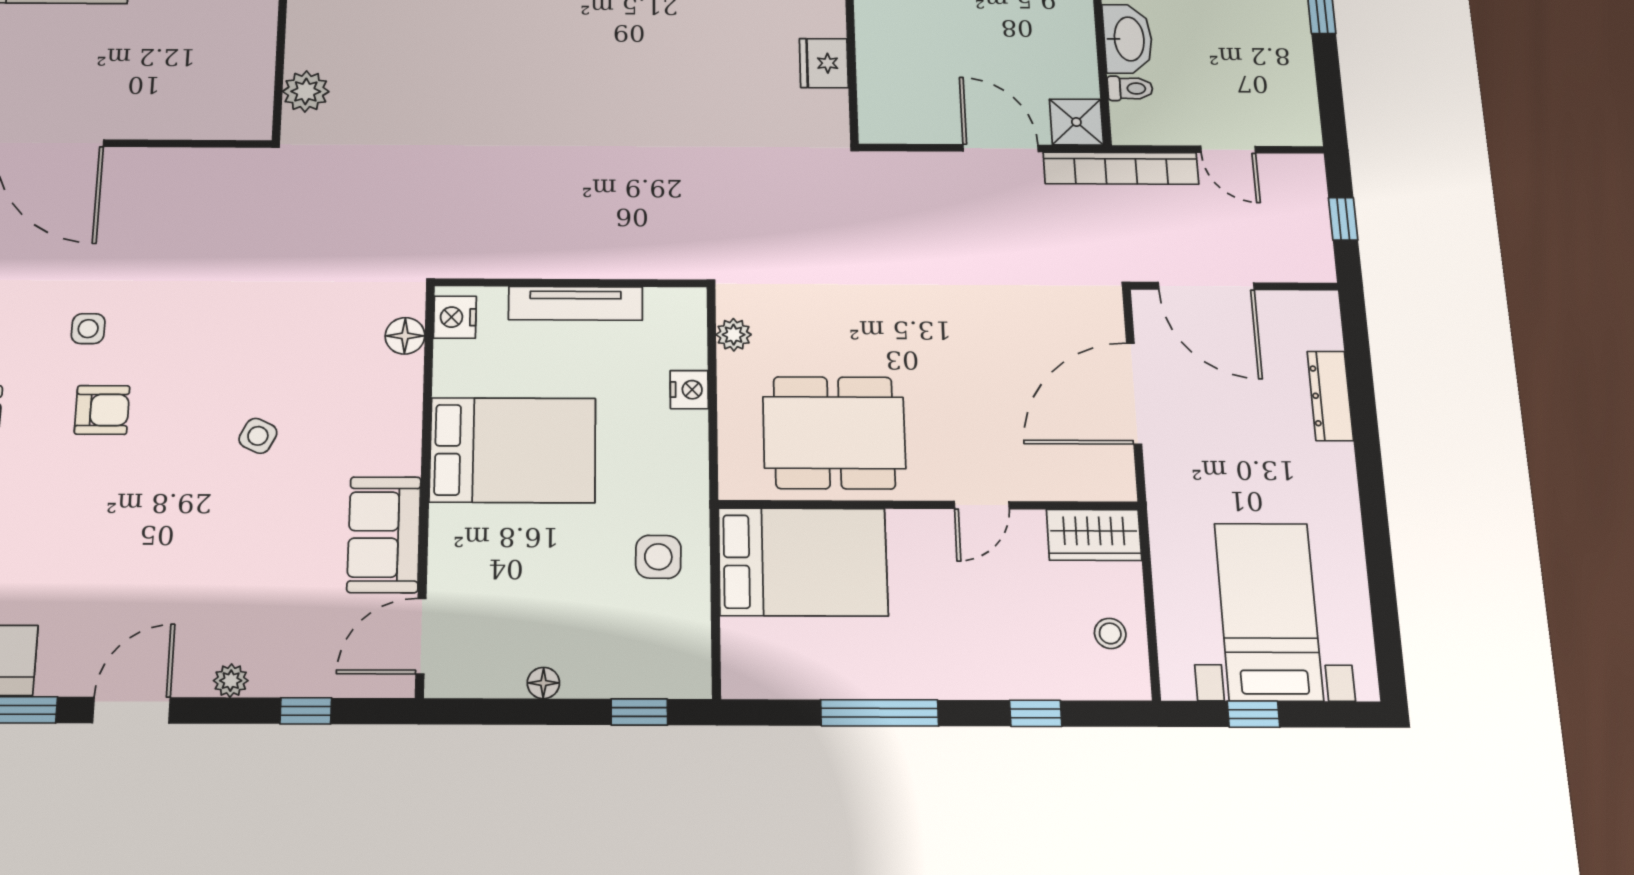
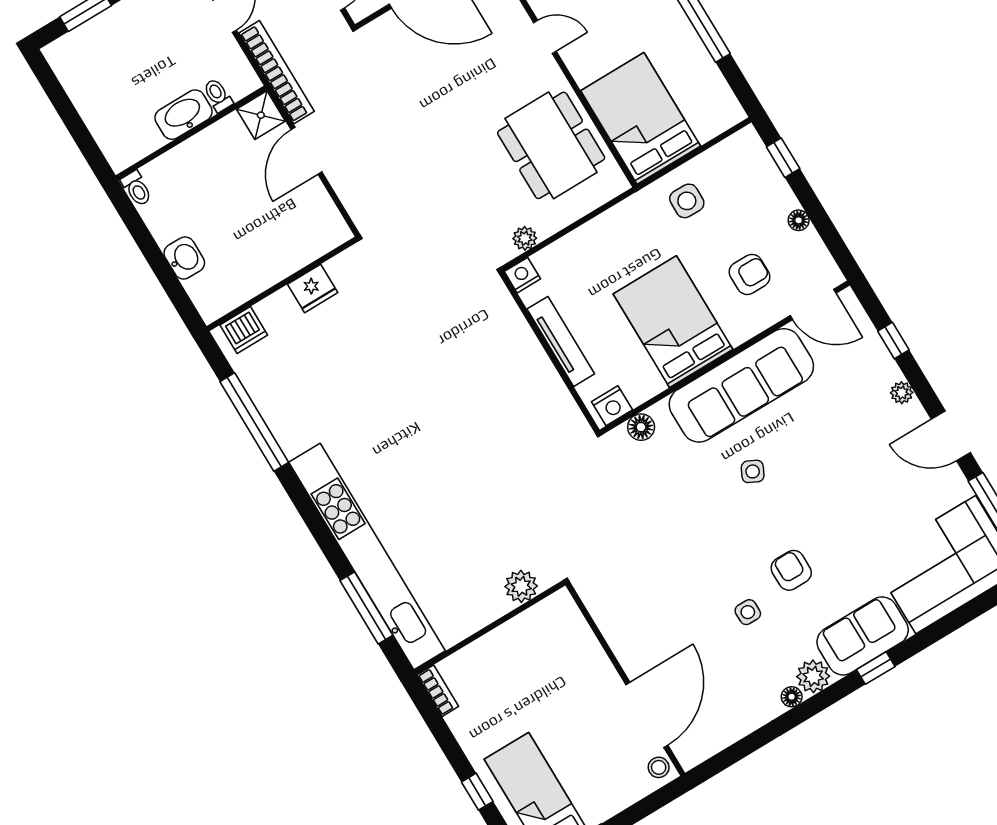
nightstand: (689, 390) -> (522, 275), moved
sofa: (384, 534) -> (741, 385), width x1.85, depth x1.27
armchair: (512, 579) -> (750, 274), added

